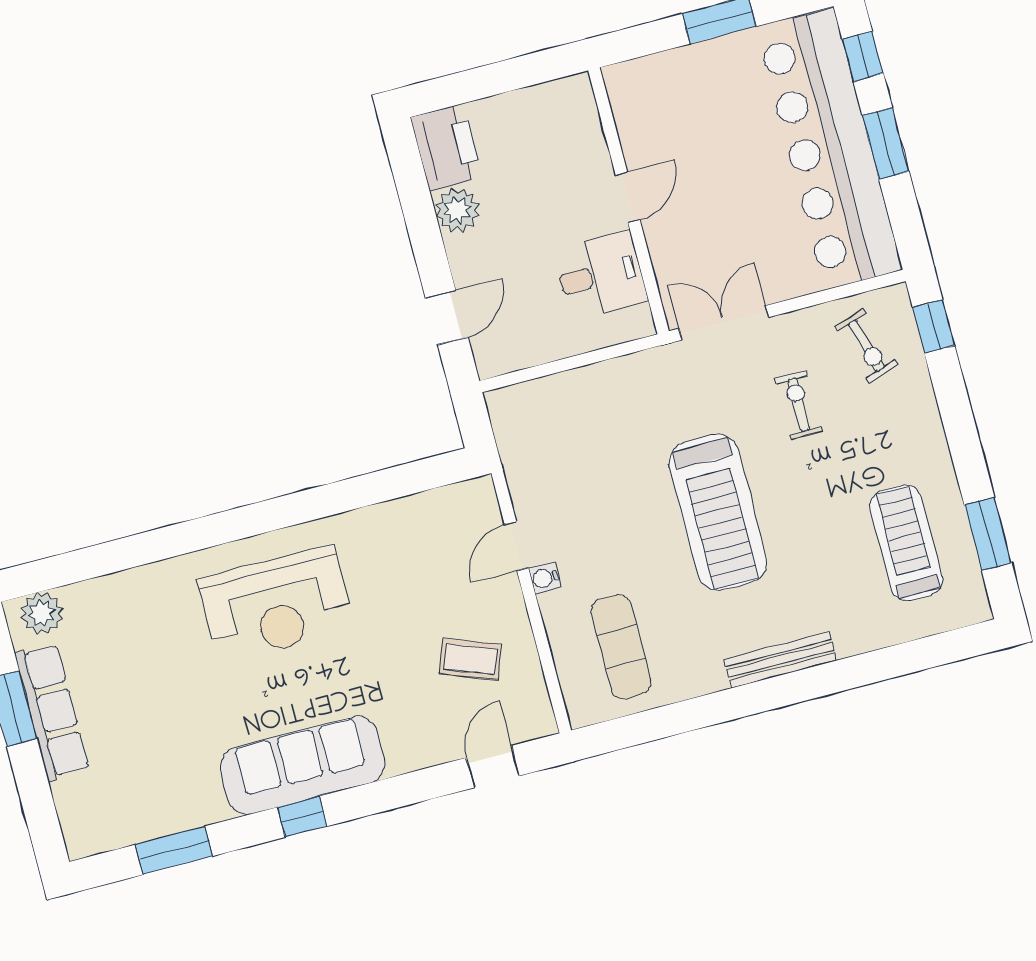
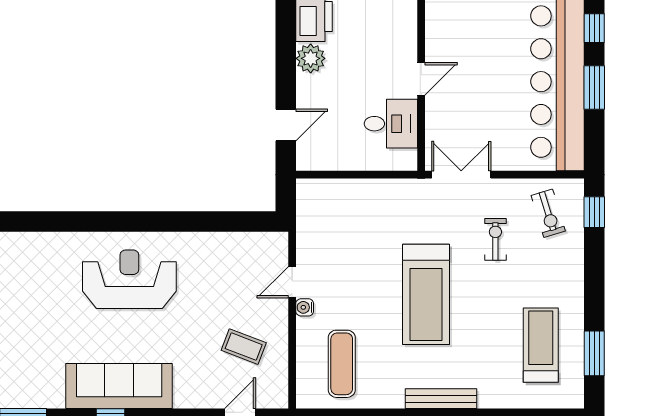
reception desk: (276, 604) -> (129, 279), turned 180

